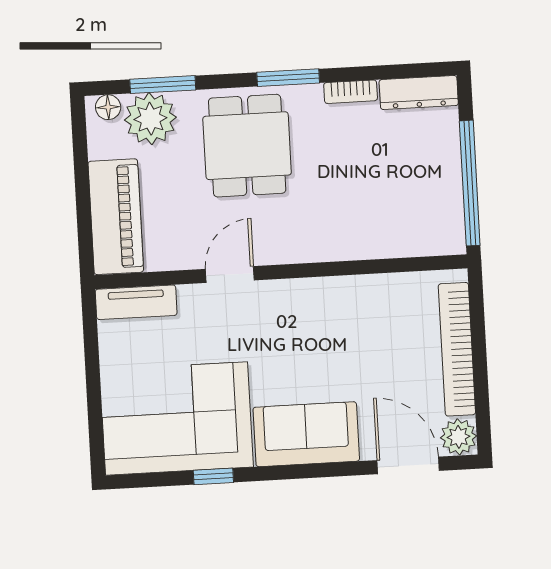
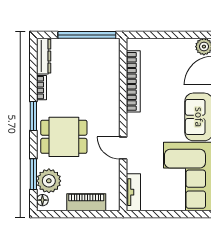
piano: (116, 217) -> (86, 202), width x0.73, depth x0.75
bookcase: (457, 349) -> (133, 81), moved, turned -90

